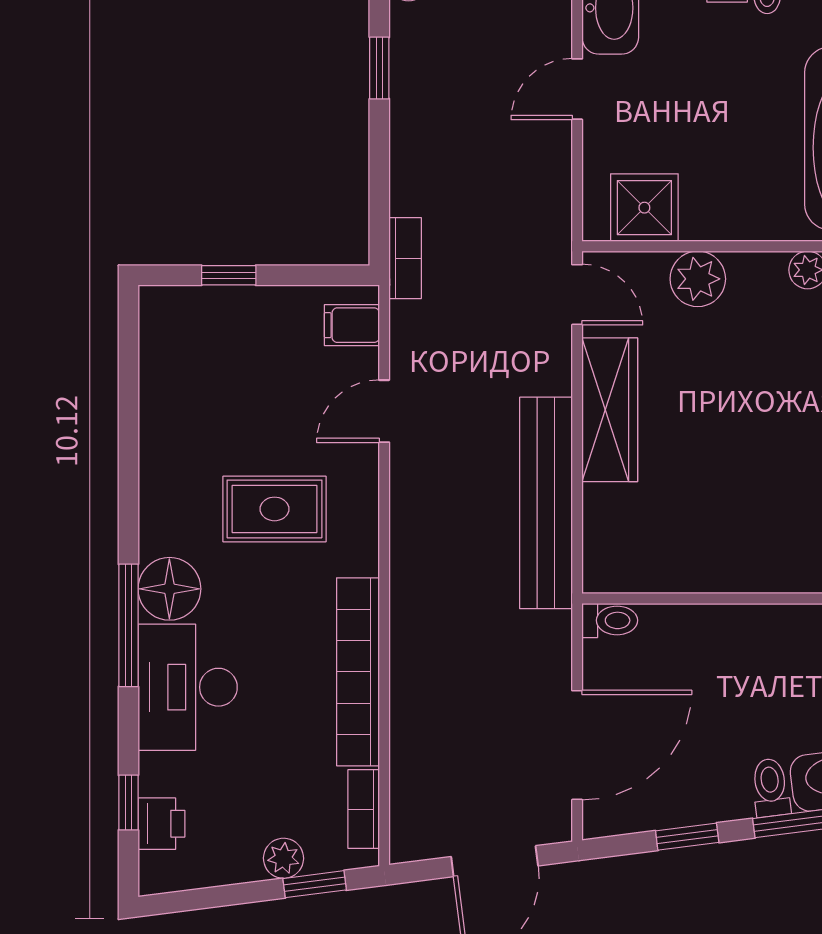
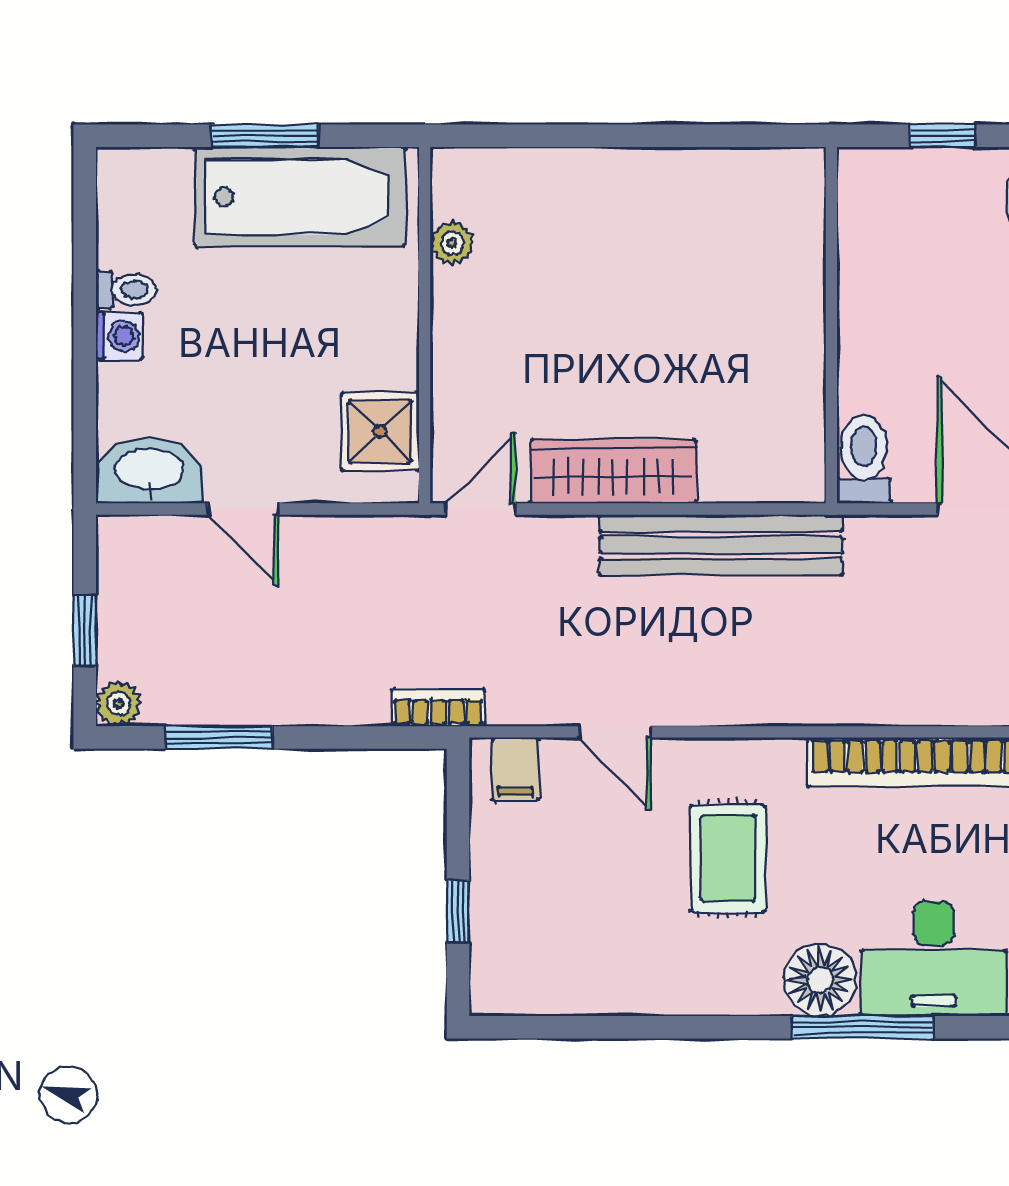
window: (379, 68) -> (219, 737), width x1.50
plant: (698, 279) -> (462, 370), removed
toilet: (610, 620) -> (864, 459), width x1.37, depth x1.39

